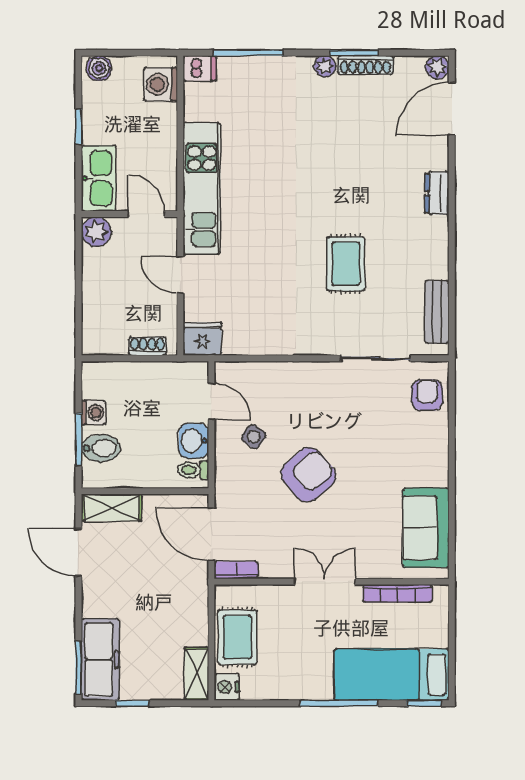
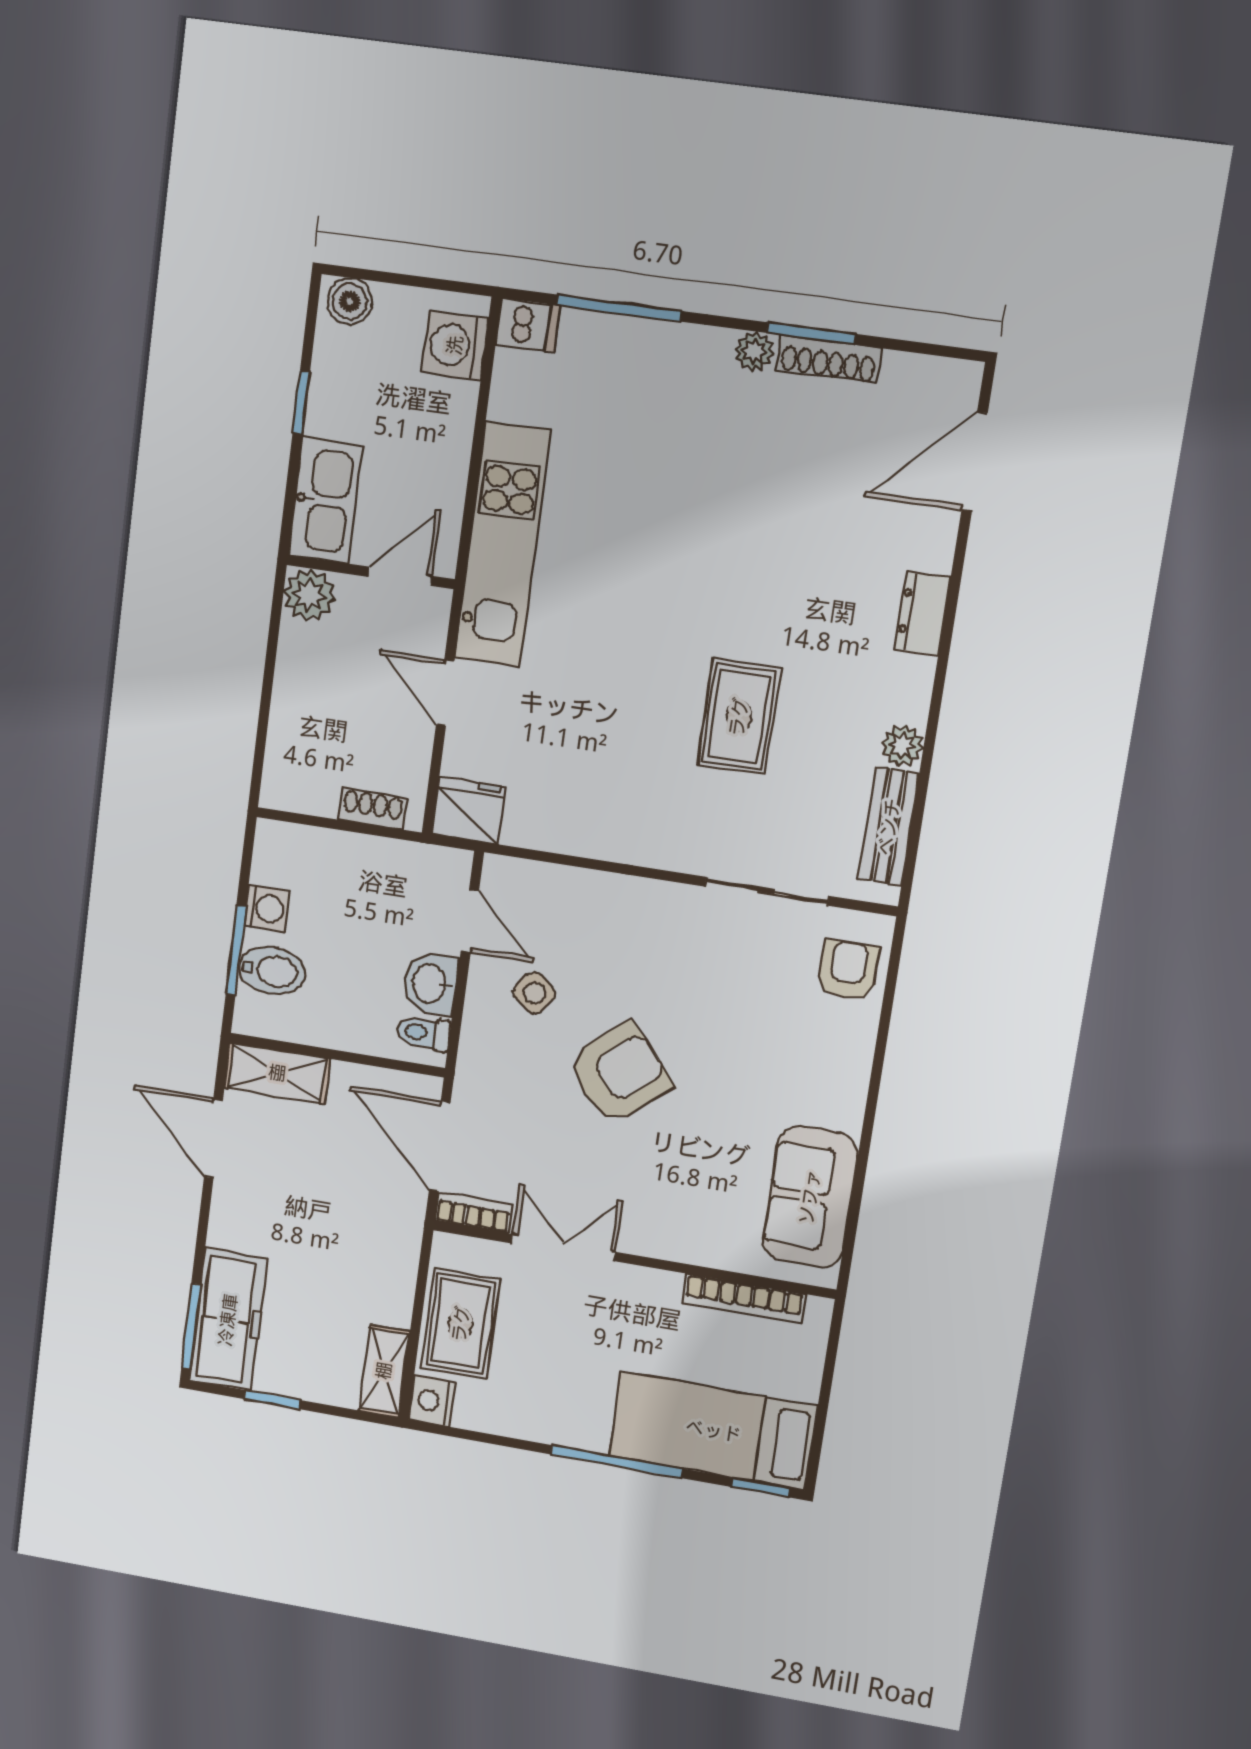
plant: (437, 67) -> (902, 746), moved
door: (146, 214) -> (400, 576), hinge flipped
double door: (325, 582) -> (563, 1248), moved

